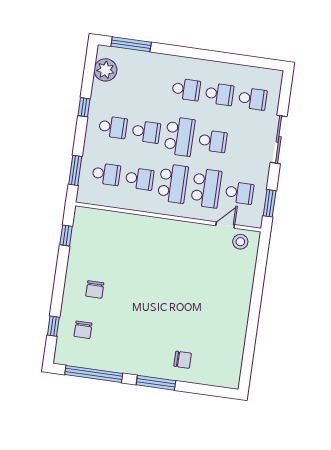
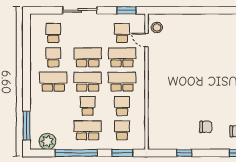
school desk: (186, 89) -> (53, 82), width x1.85
window: (84, 107) -> (76, 153), width x3.17
school desk: (113, 127) -> (88, 130), width x1.85
school desk: (213, 141) -> (88, 57), width x1.85
window: (66, 236) -> (184, 153), moved

